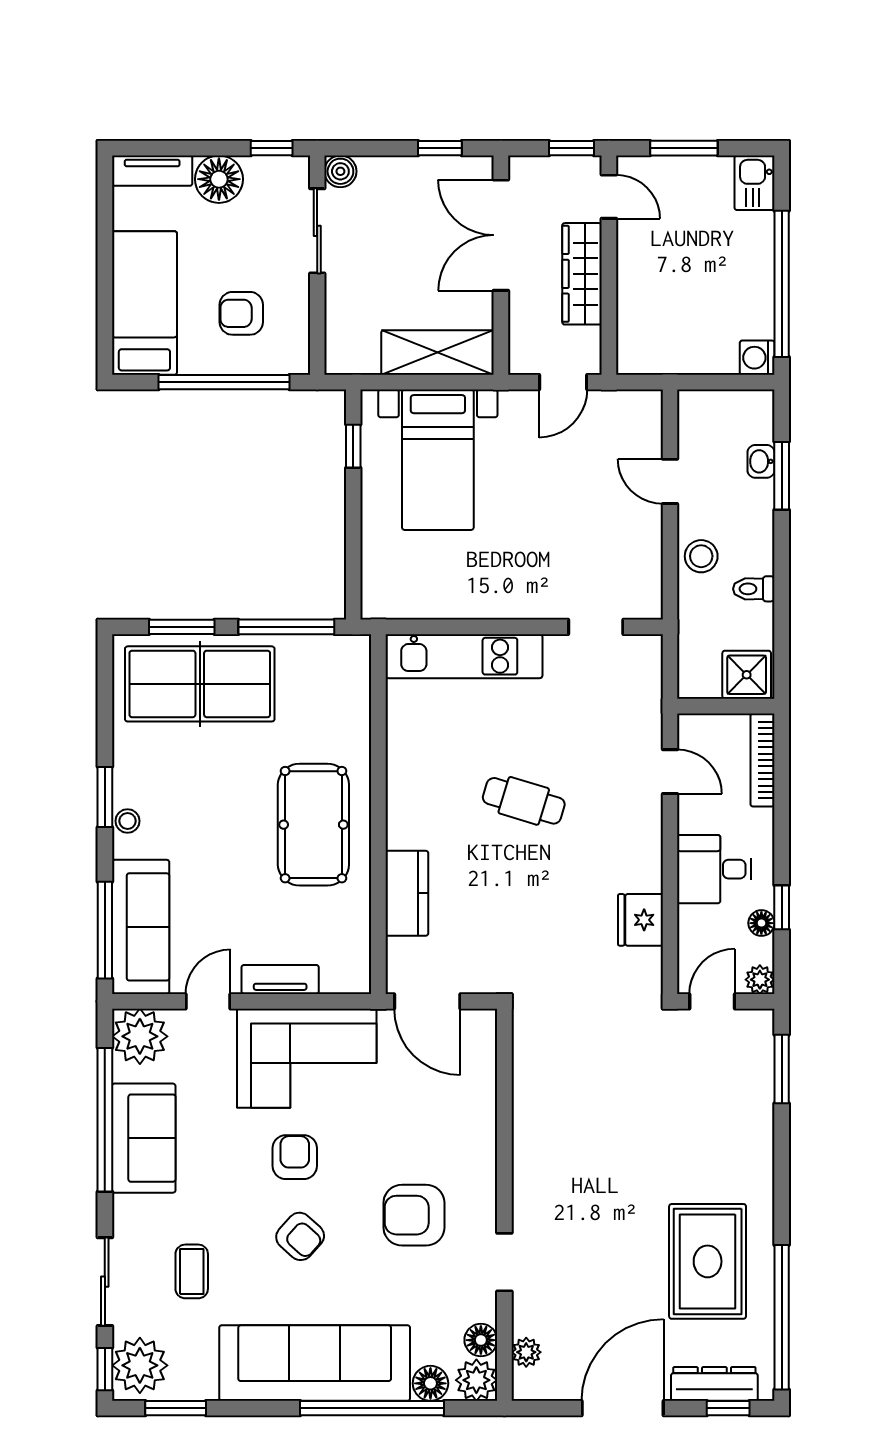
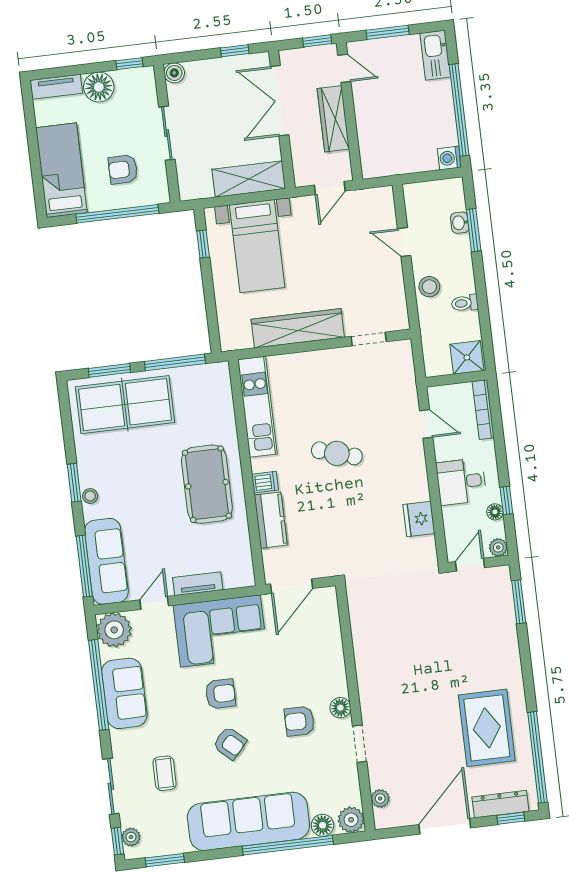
kitchen sink: (755, 183) -> (435, 55), width x1.38
sliding door: (317, 231) -> (167, 133), moved
wardrobe: (486, 597) -> (298, 328), added
kitchen unit: (464, 656) -> (257, 407), moved, turned -90
dishwasher: (405, 833) -> (265, 482), added
door: (427, 1001) -> (292, 586), hinge flipped
armchair: (295, 1157) -> (220, 694), turned 90
armchair: (414, 1215) -> (299, 721), width x0.72, depth x0.72
floor lamp: (481, 1340) -> (340, 708), moved
plant: (140, 1365) -> (131, 837), width x0.53, depth x0.53

